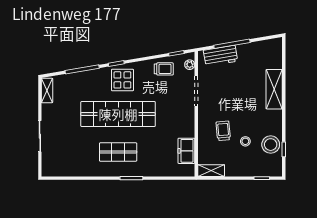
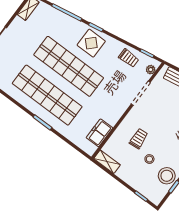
shop shelf: (118, 152) -> (47, 95), width x2.00, depth x1.36

